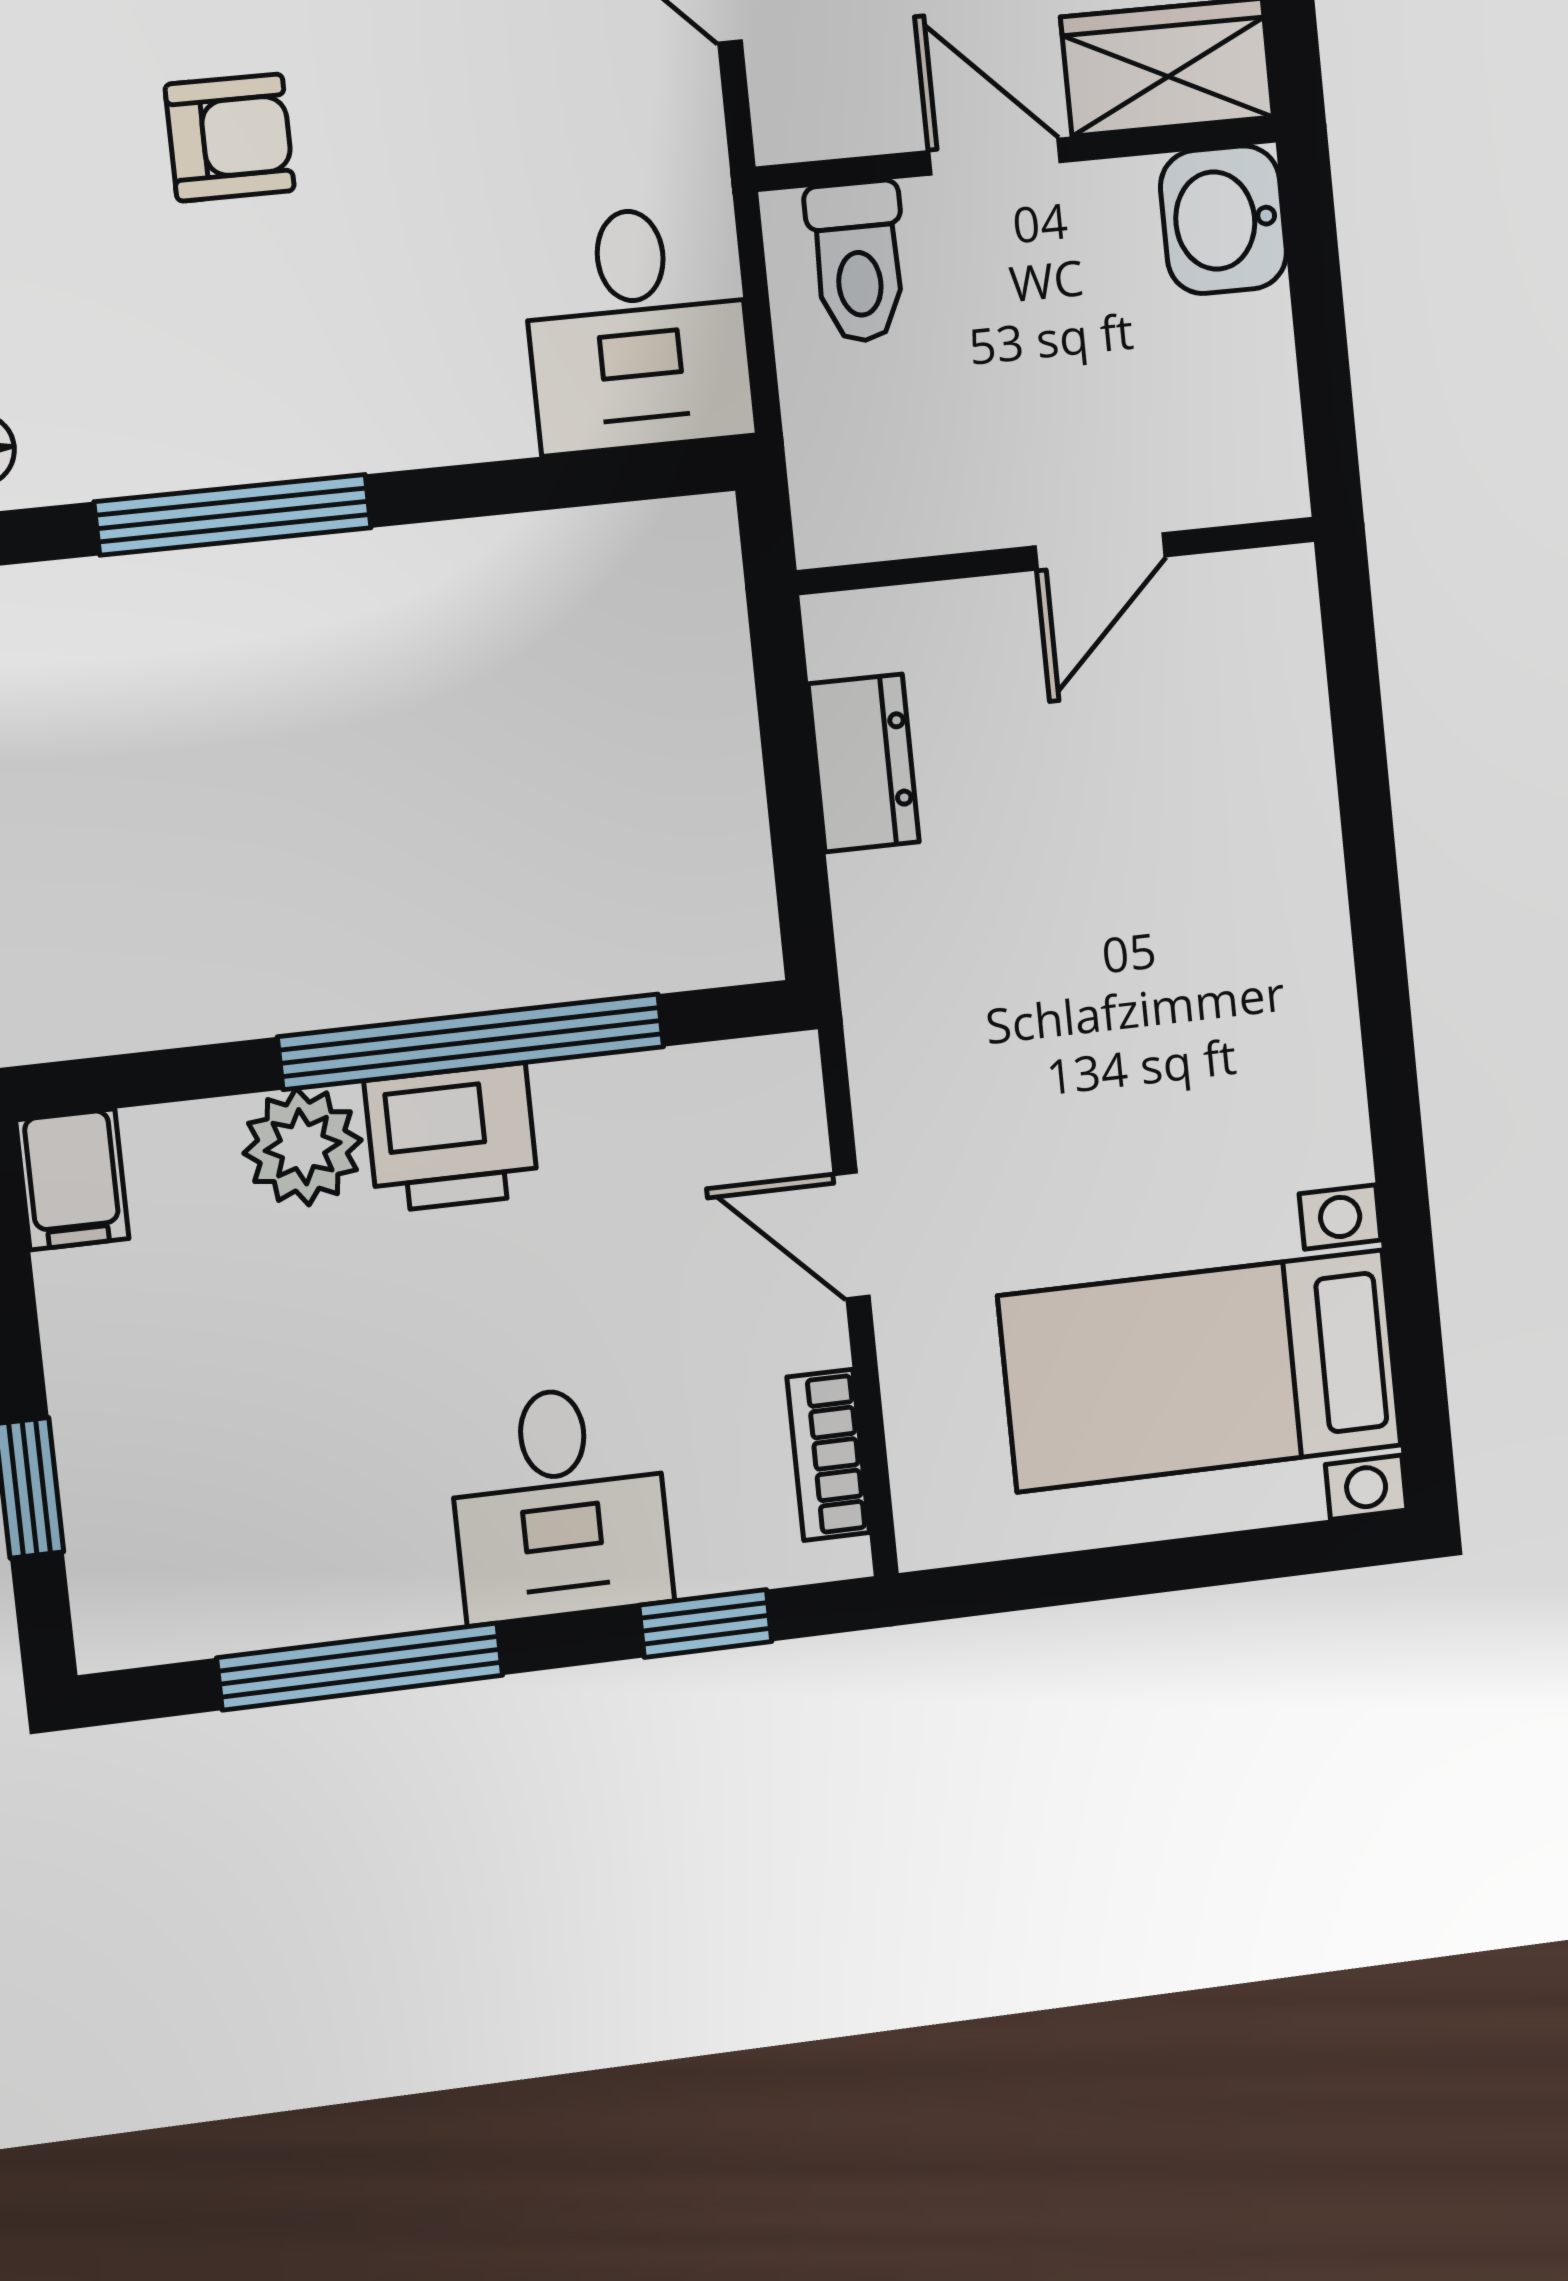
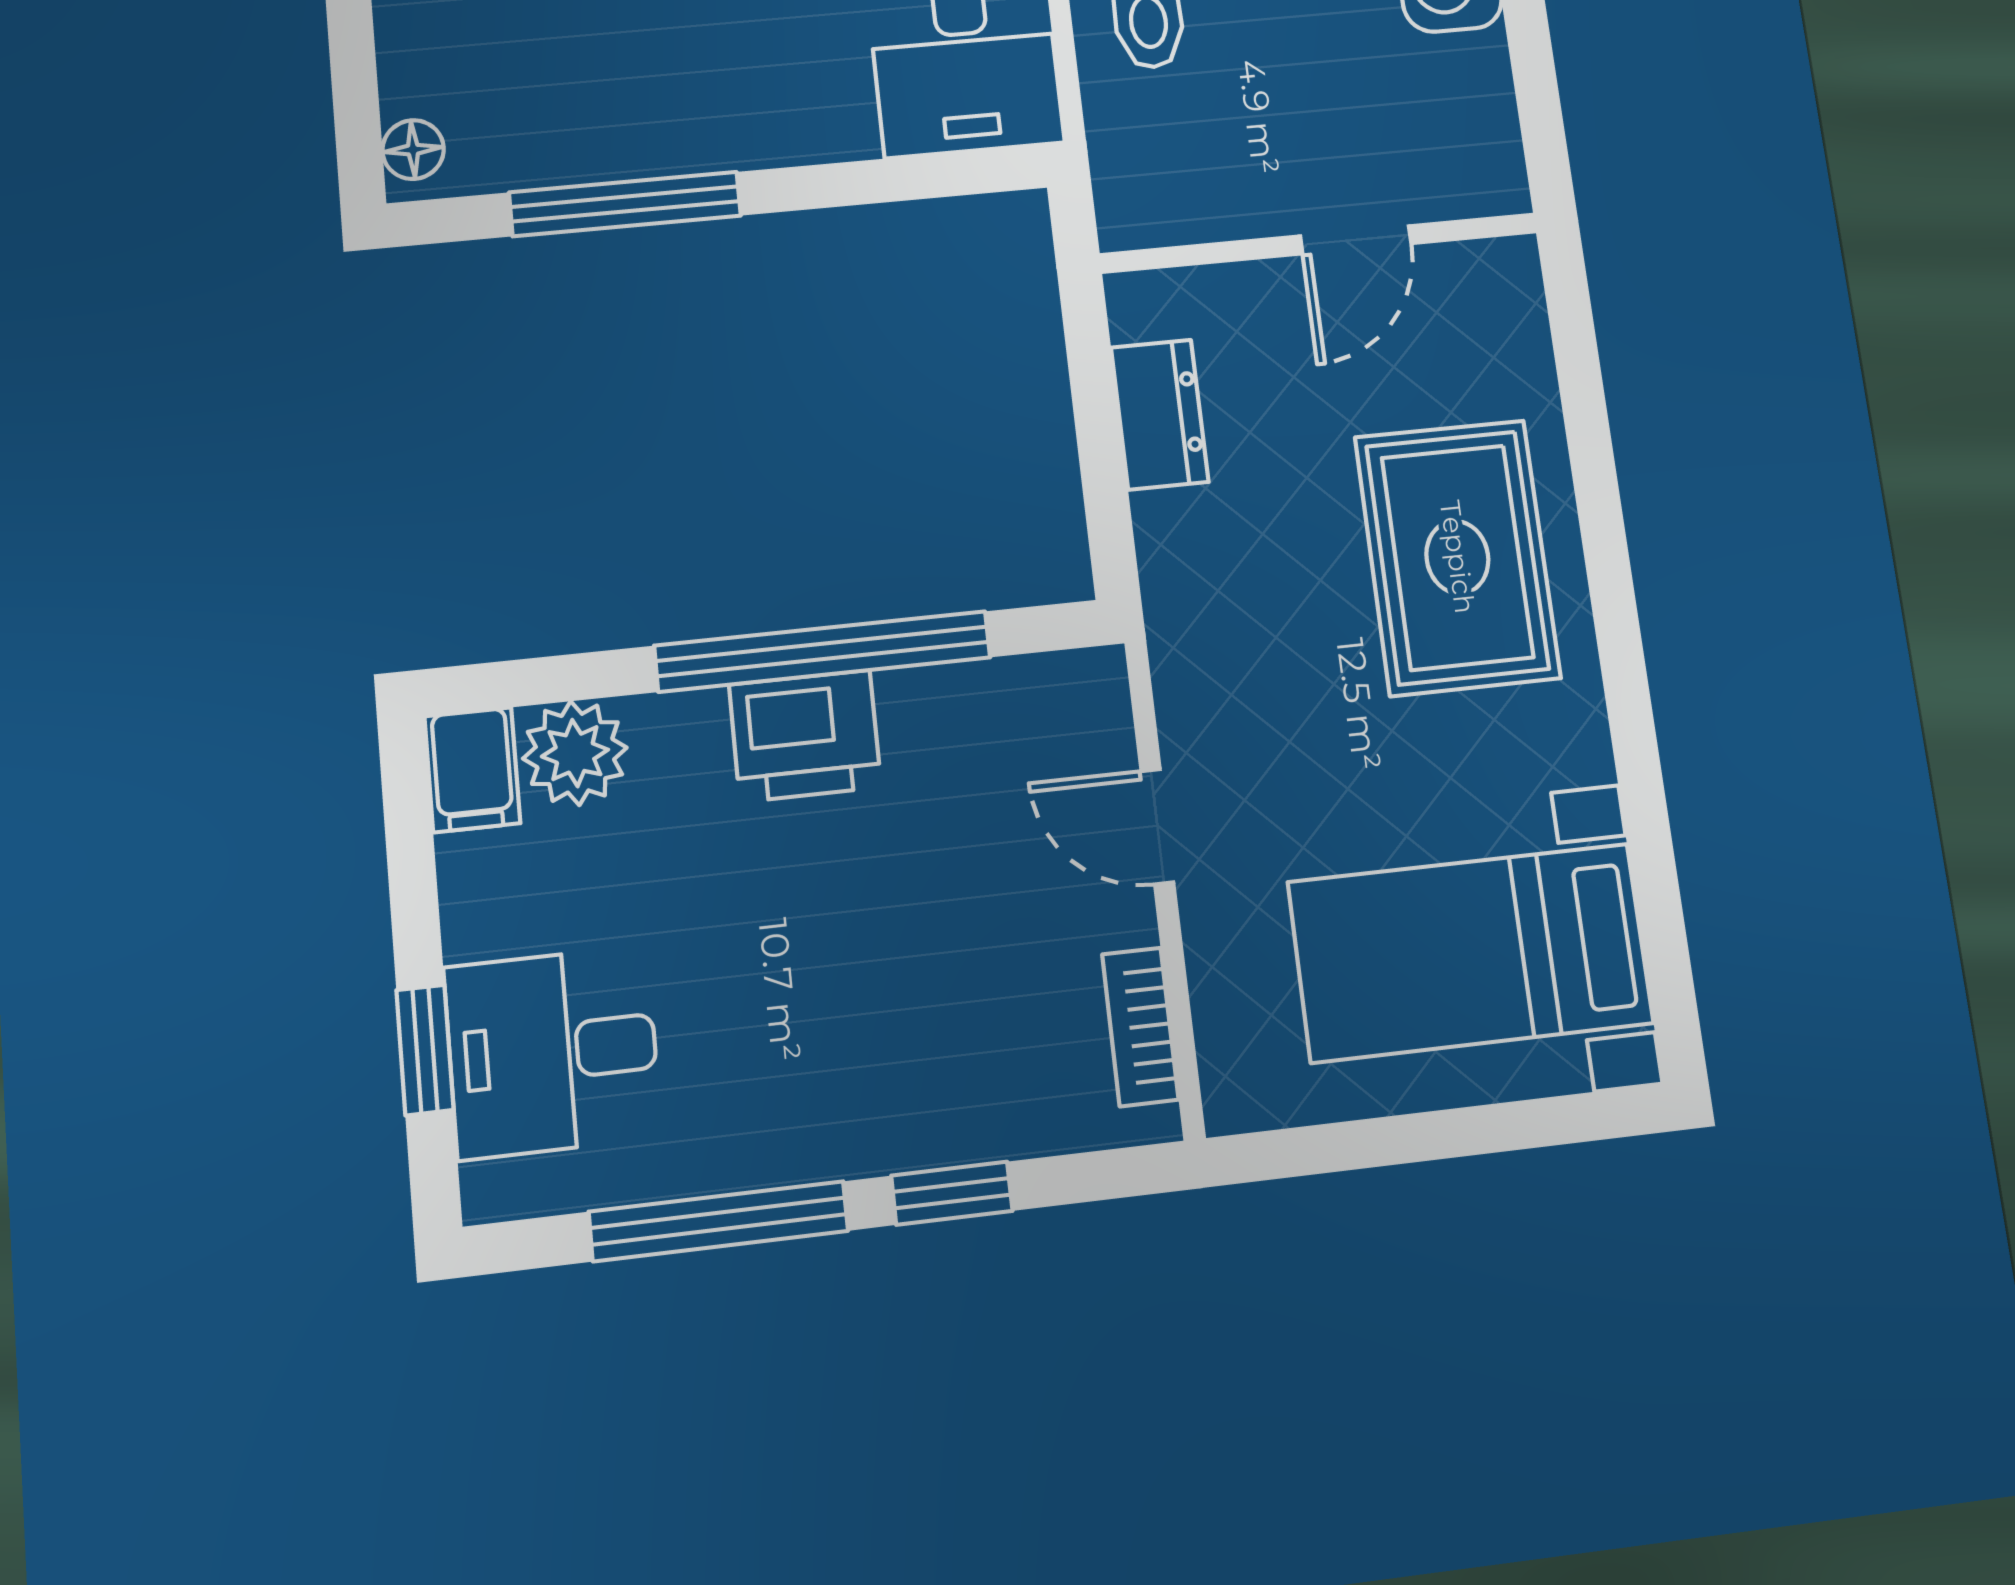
rug: (1204, 927) -> (1457, 557), added
plant: (303, 1147) -> (575, 753), moved
desk: (559, 1503) -> (553, 1052), moved, turned 90
window: (705, 1623) -> (952, 1193), moved

